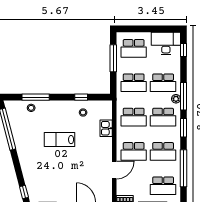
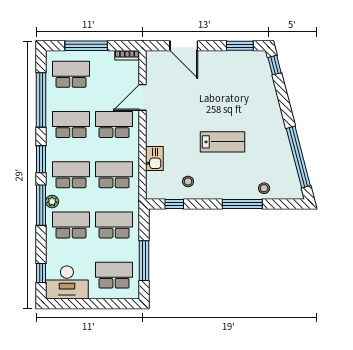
window: (36, 97) -> (242, 204), moved
window: (81, 97) -> (174, 204), moved

